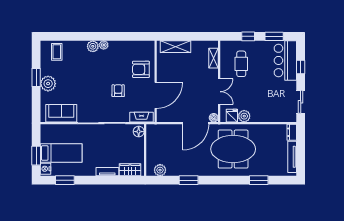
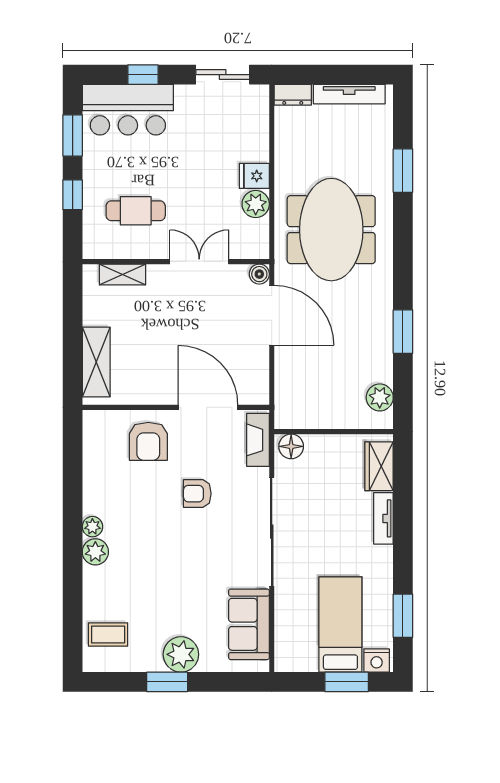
fridge: (232, 116) -> (254, 176), moved

